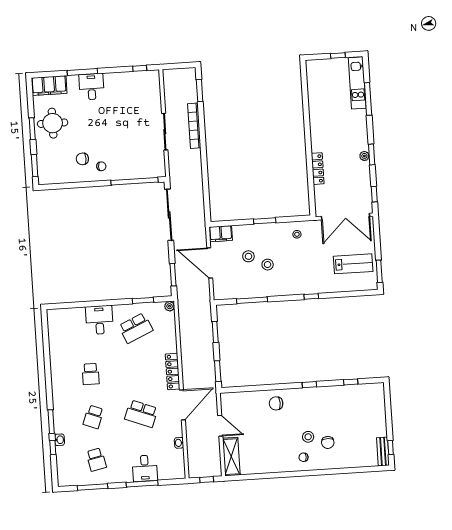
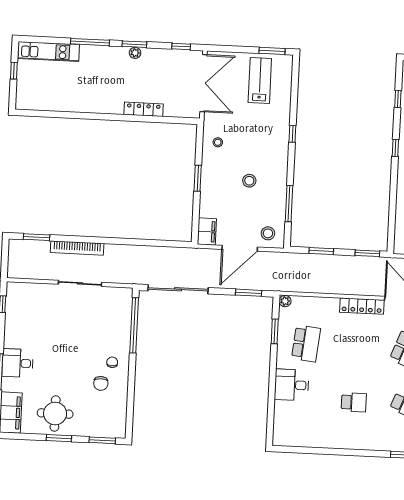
window: (368, 99) -> (90, 42), moved
stool: (248, 256) -> (268, 233), moved
school desk: (136, 328) -> (306, 343), turned 30

